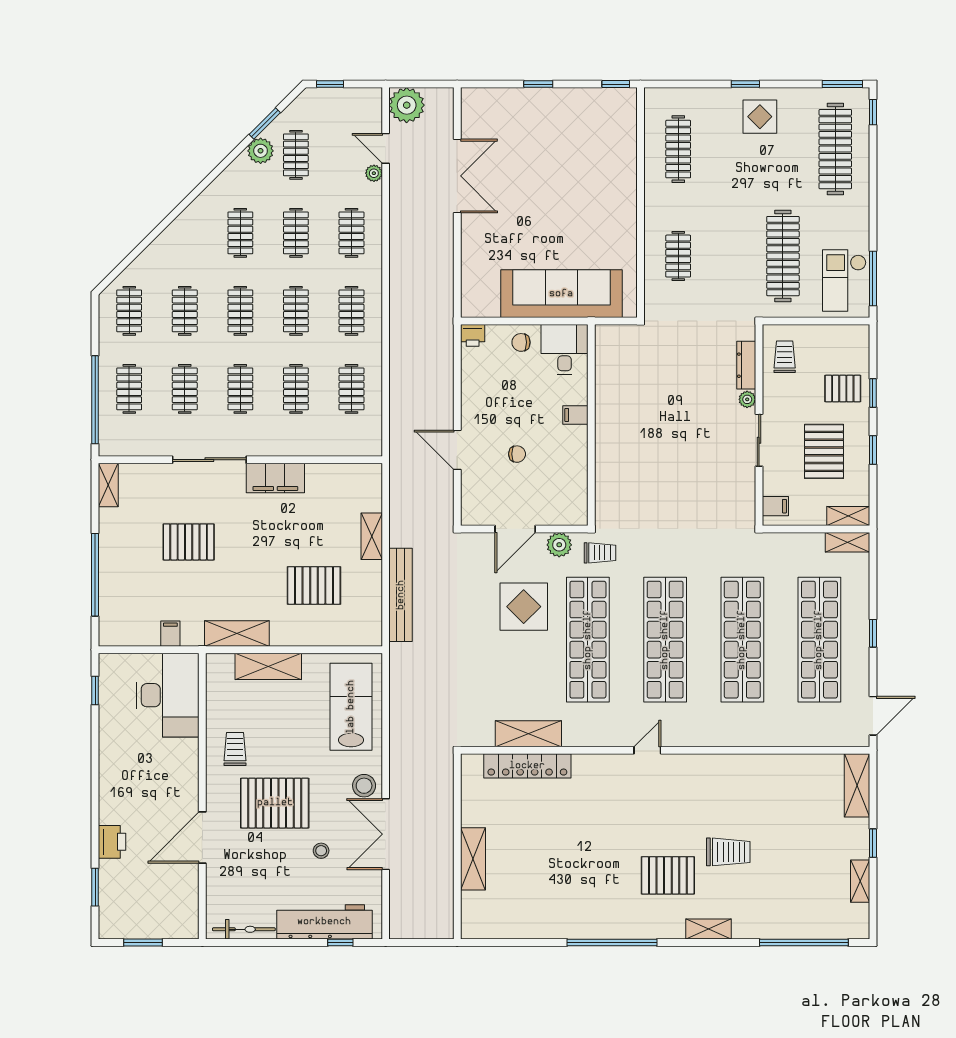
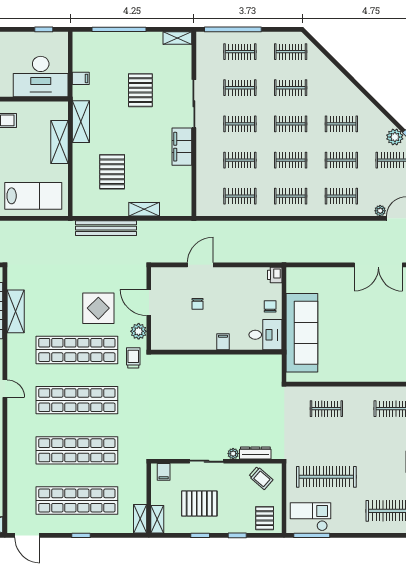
trolley: (785, 357) -> (261, 478), turned 41
pallet: (843, 389) -> (265, 518), moved
trolley: (600, 553) -> (133, 358), turned 180

